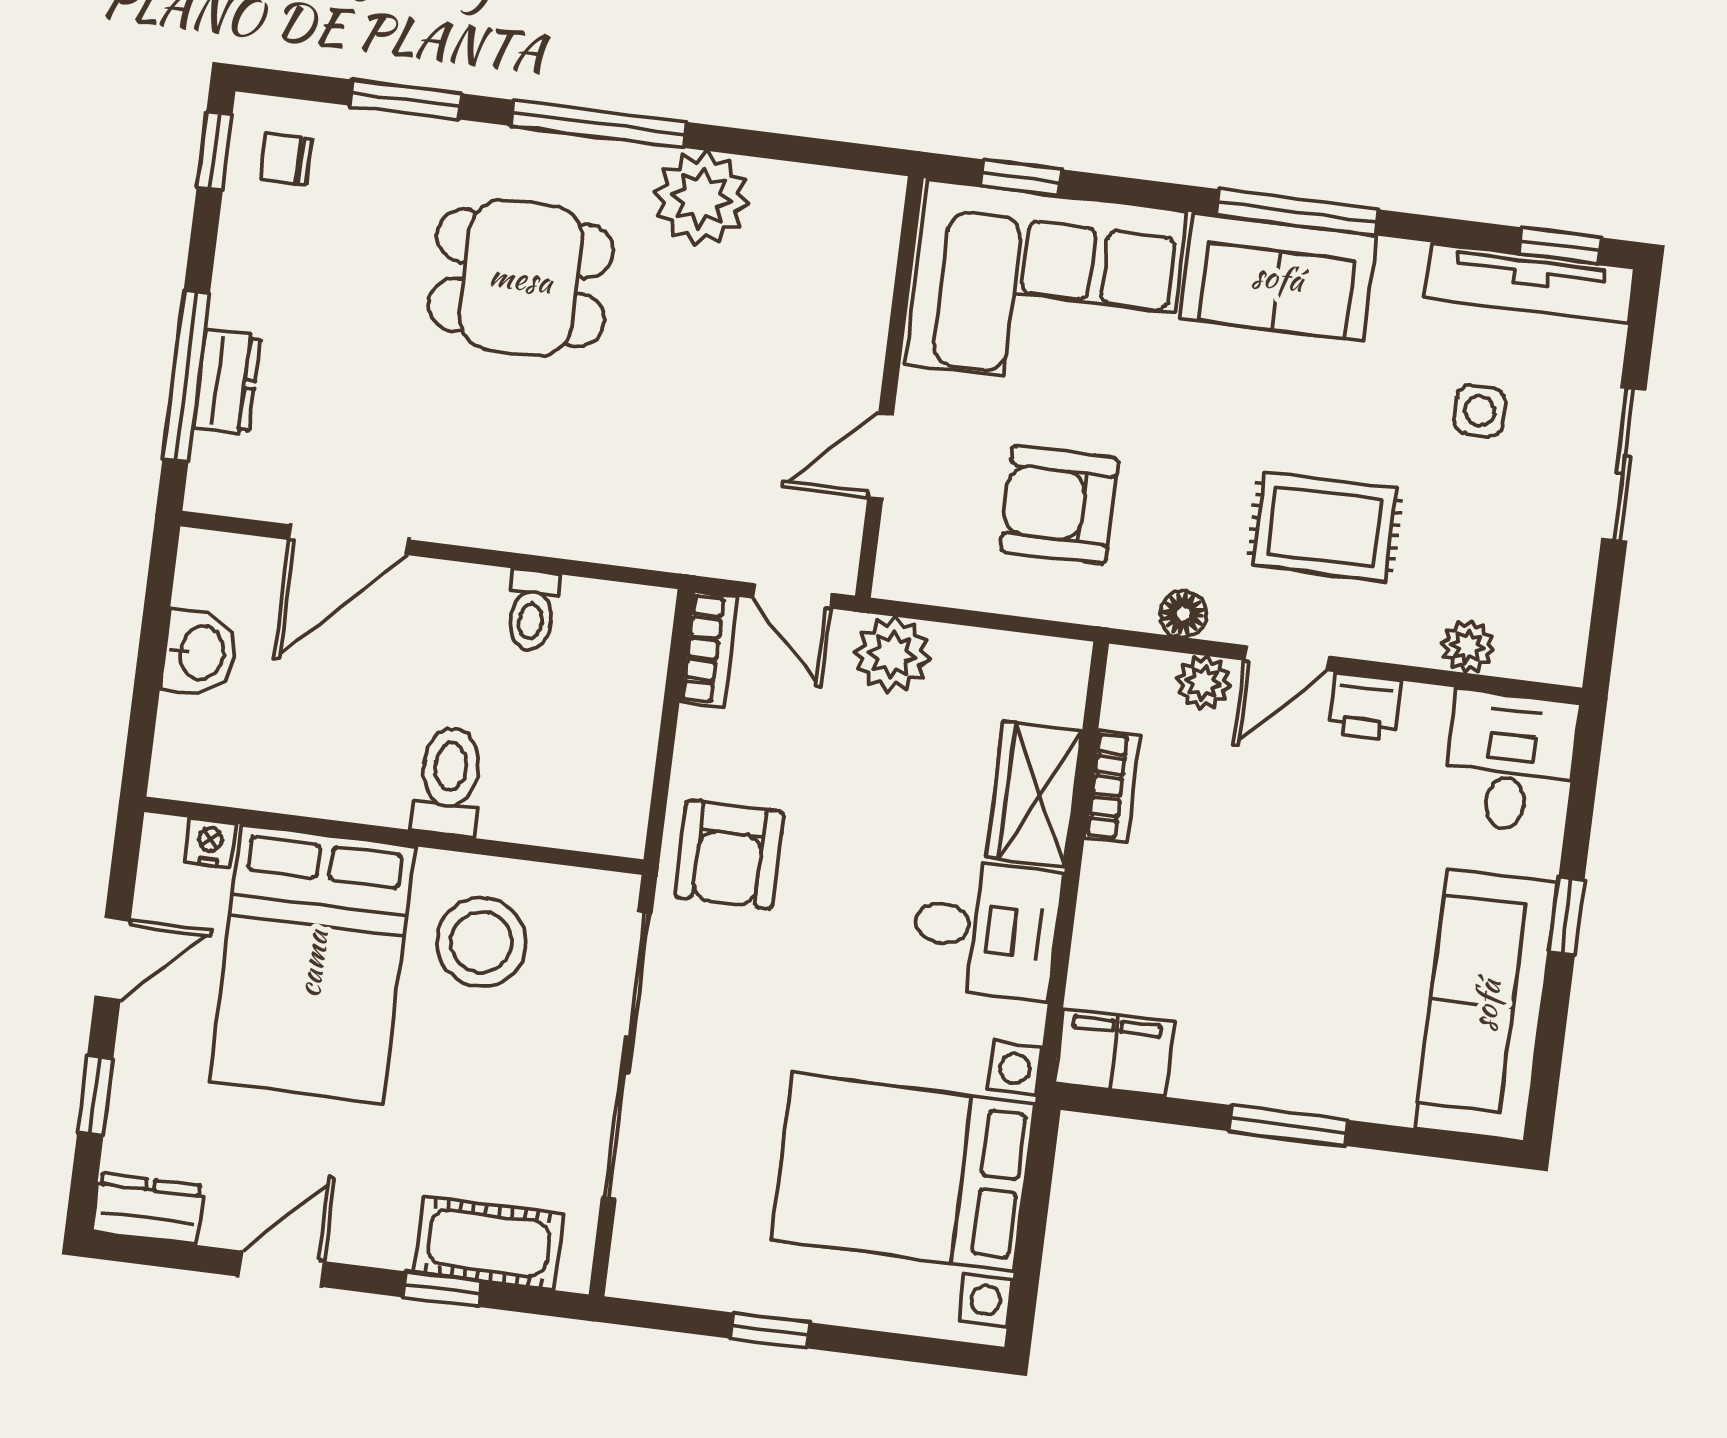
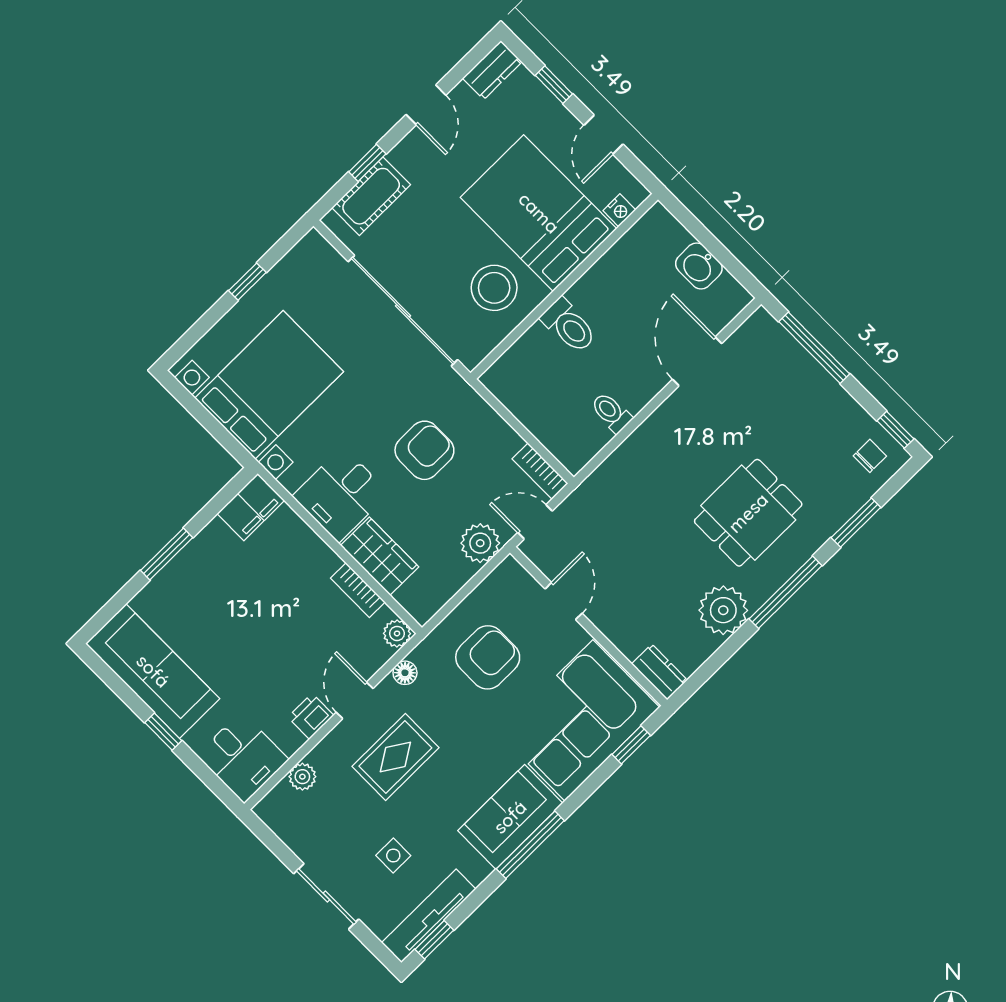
dresser: (227, 382) -> (659, 672), moved, turned 180
plant: (1204, 683) -> (397, 633), moved
armchair: (729, 854) -> (424, 450), moved, turned 90

